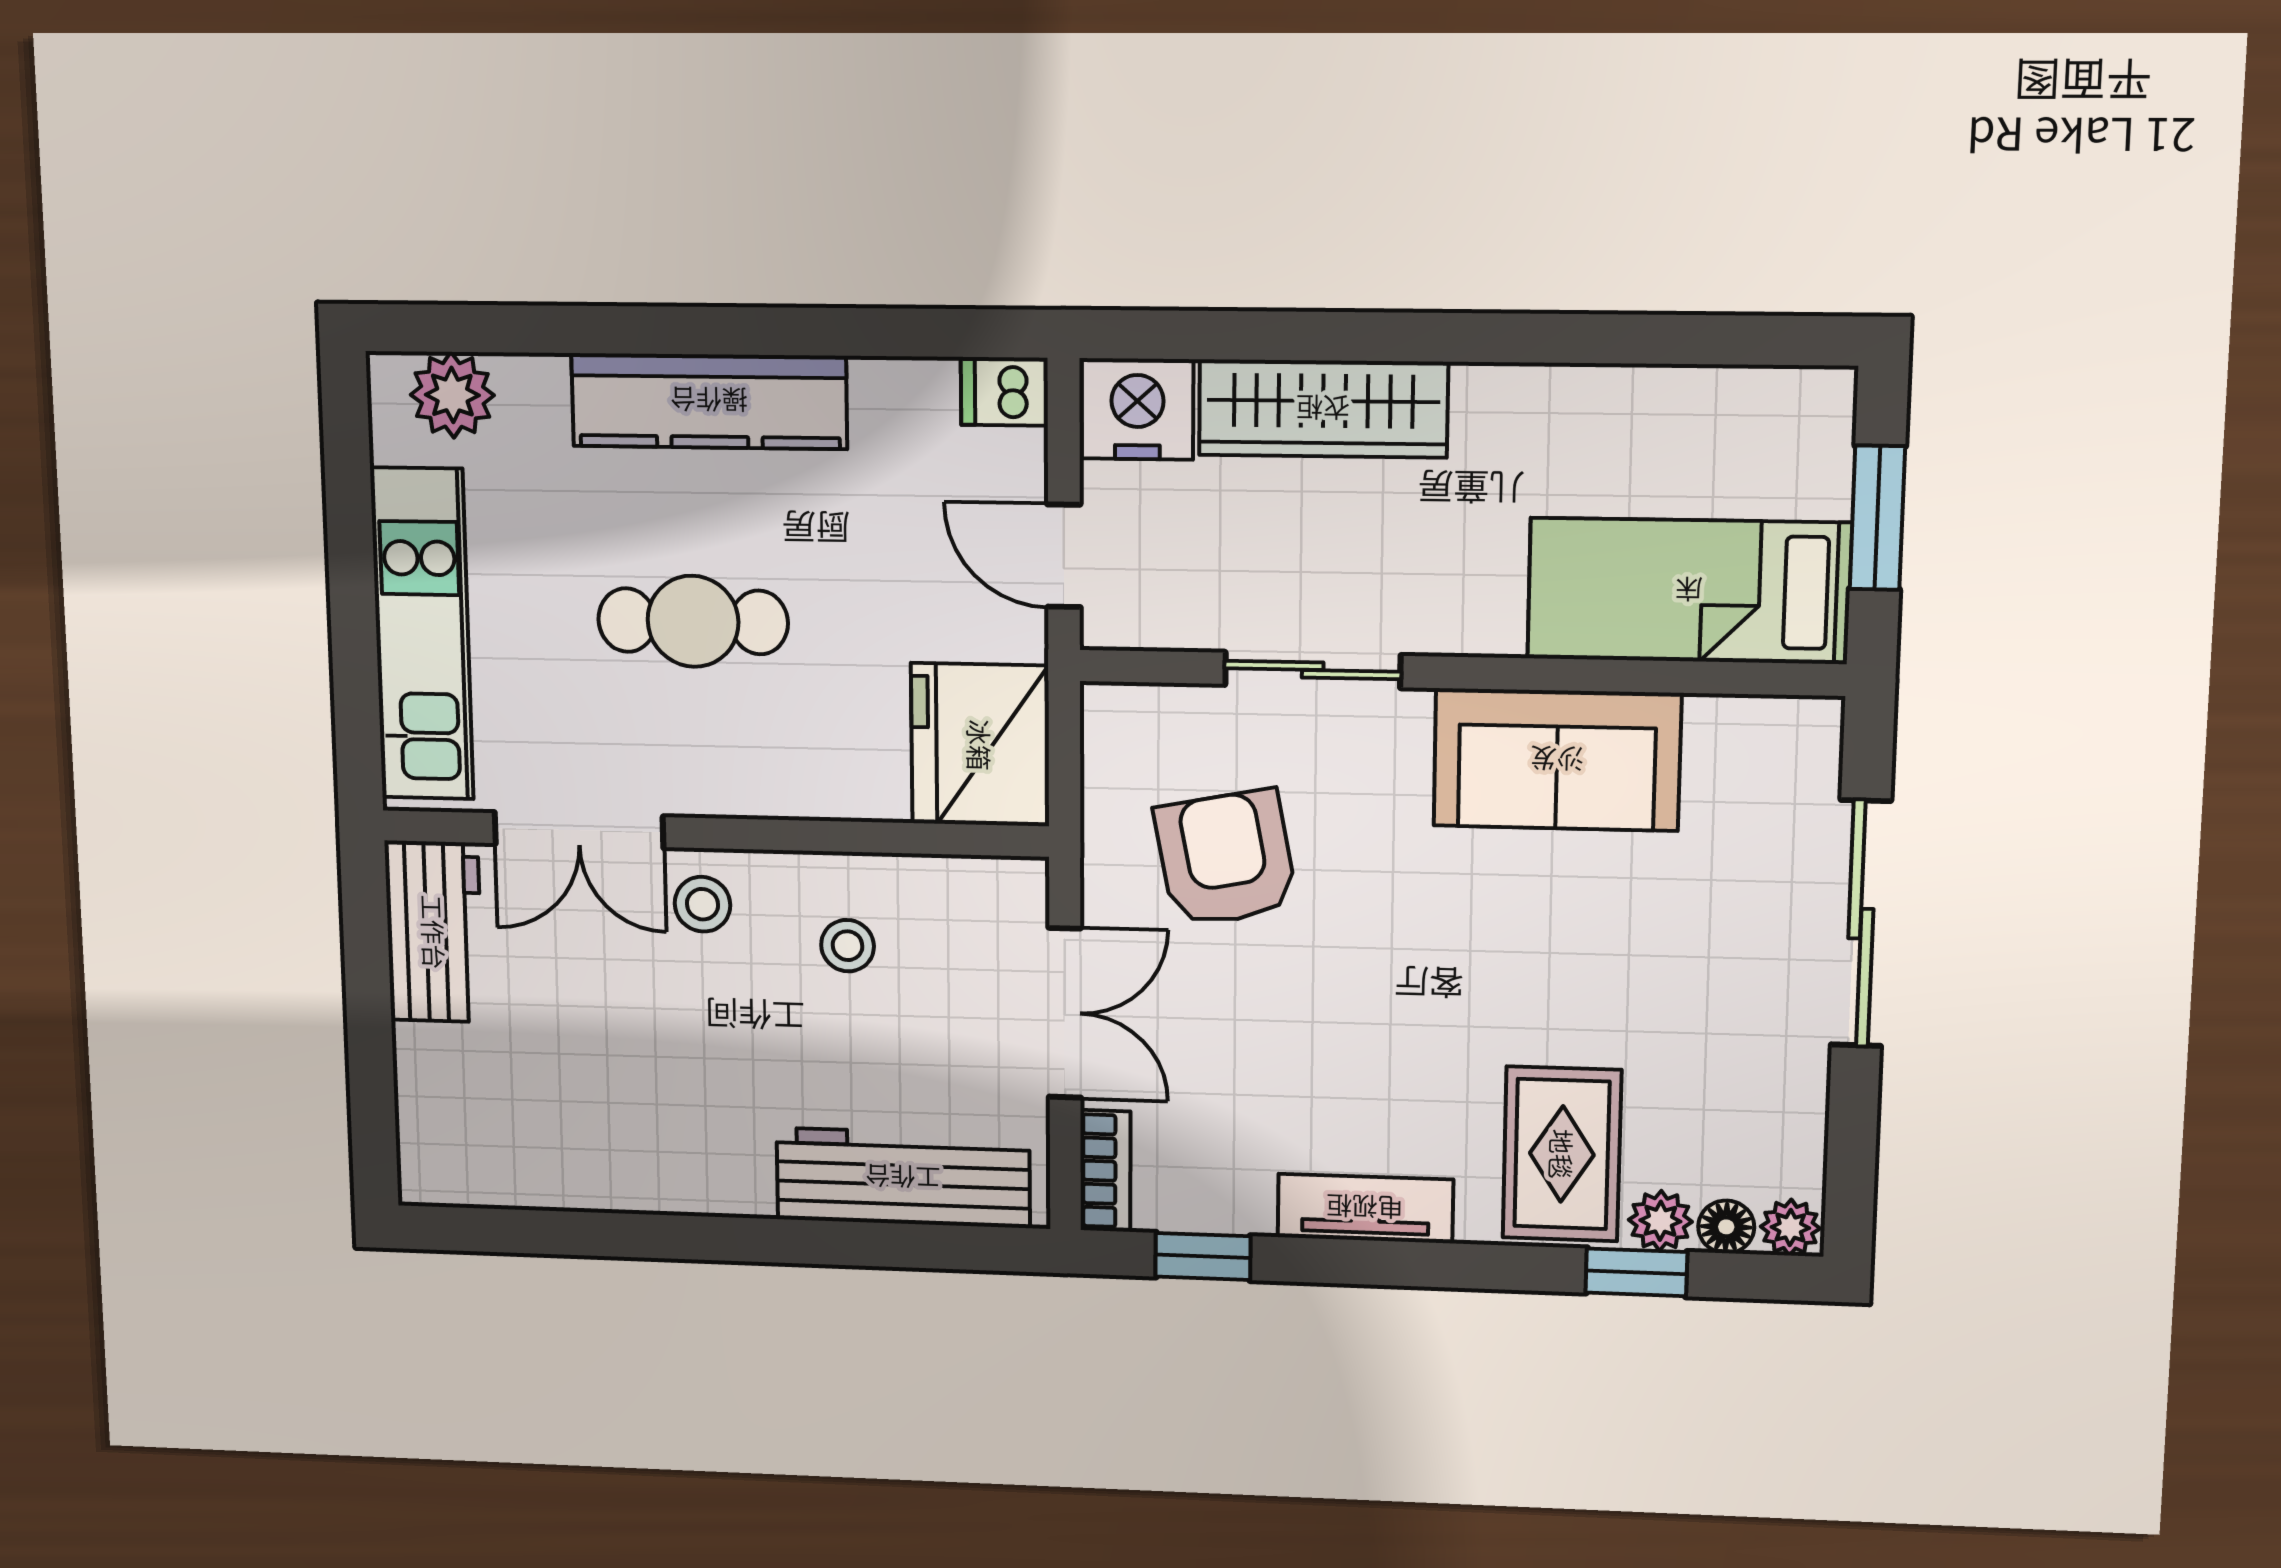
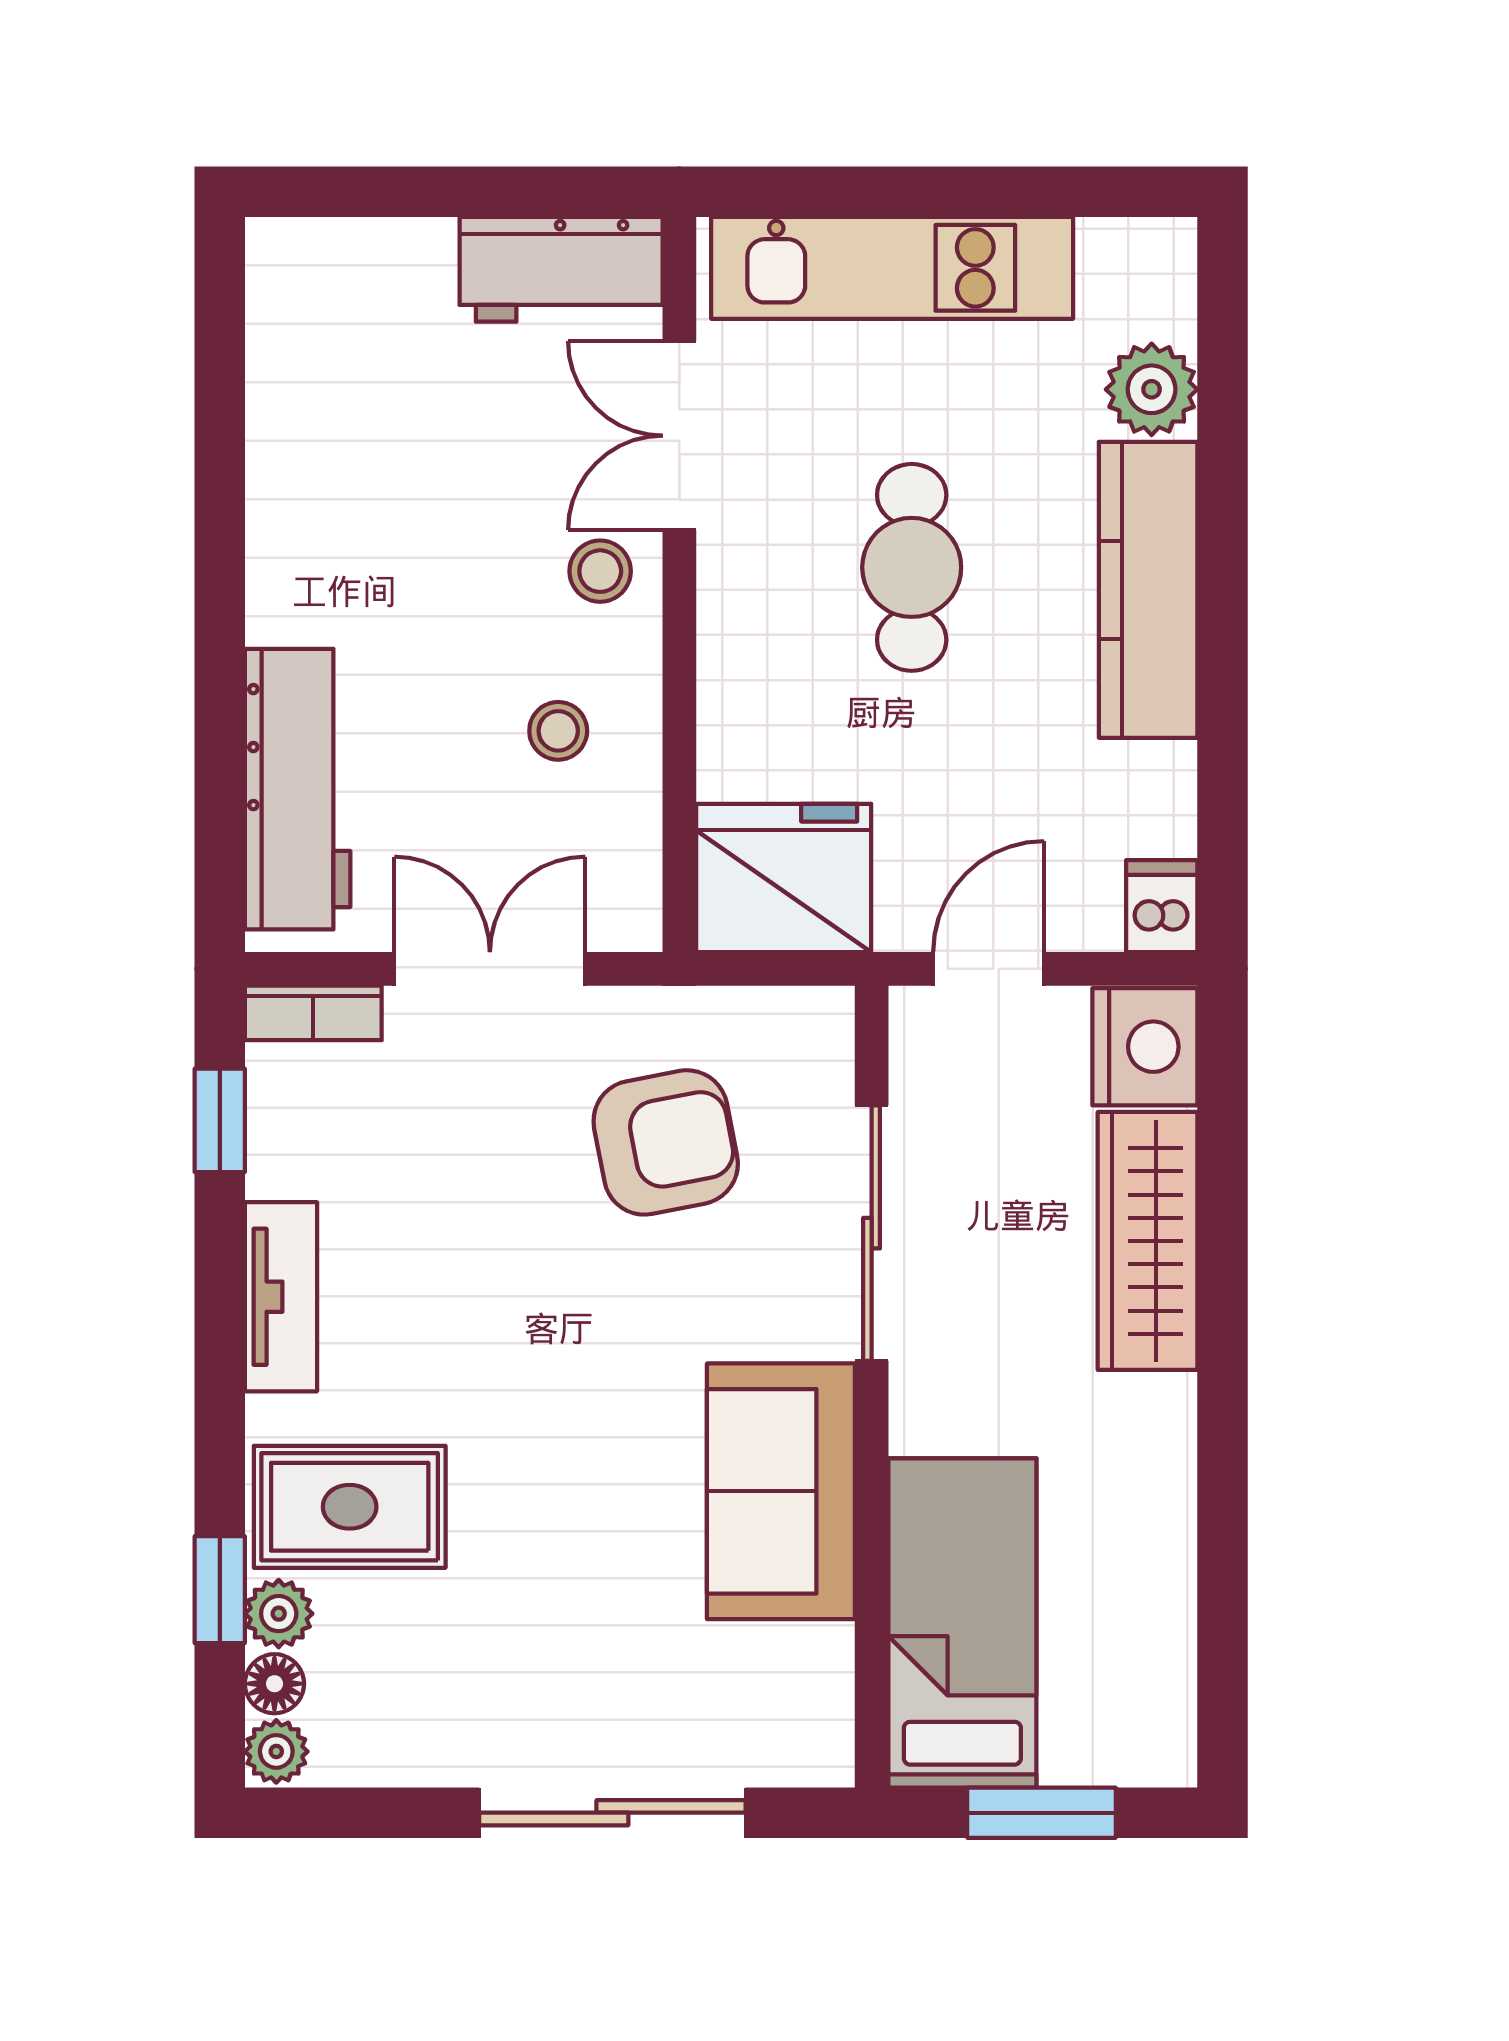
plant: (452, 395) -> (1152, 389), moved
sliding door: (1313, 670) -> (872, 1233), width x1.37
double door: (1065, 1013) -> (490, 969), swing flipped

